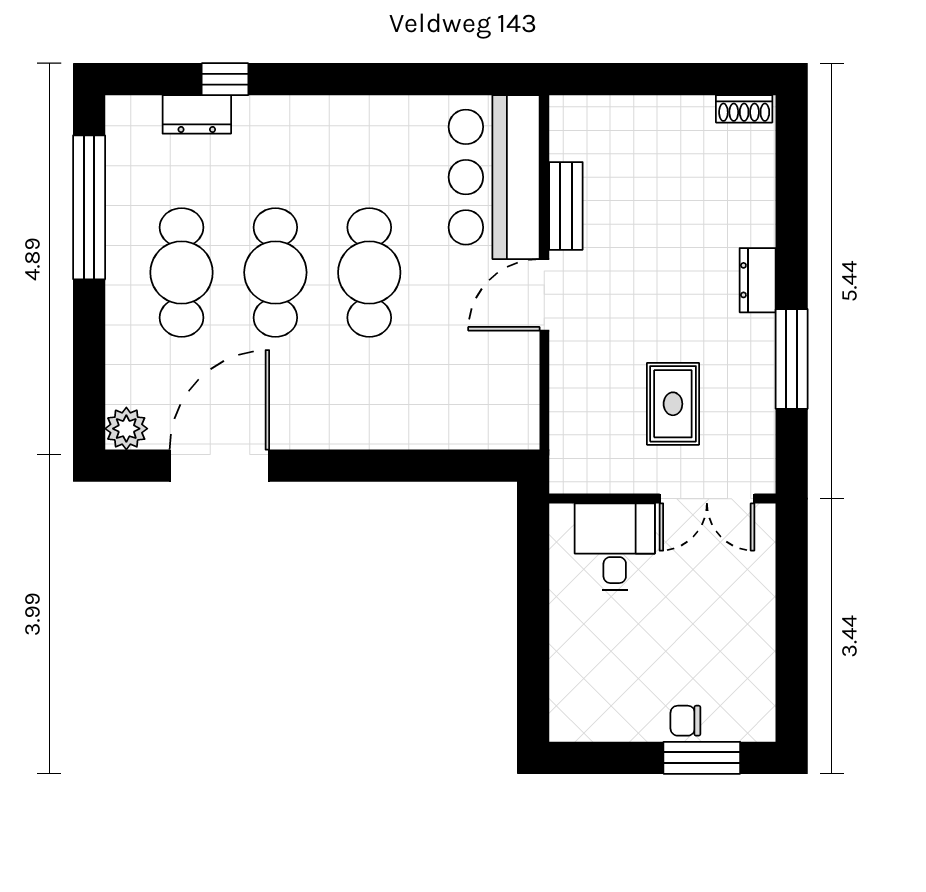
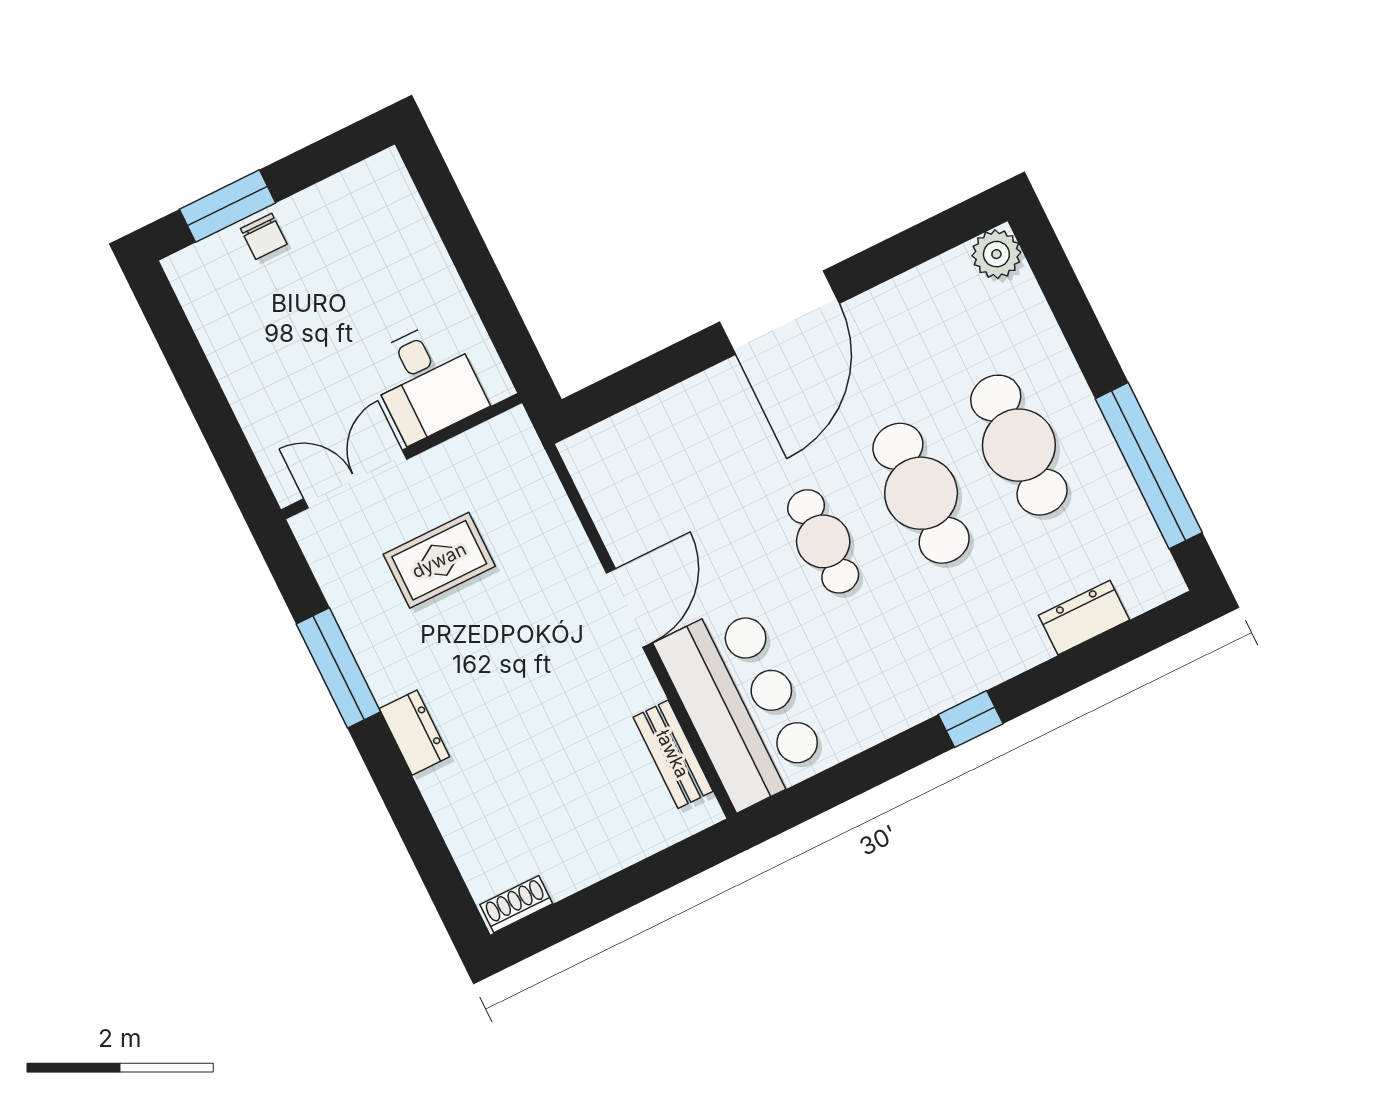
window: (225, 79) -> (971, 719), moved
bench: (566, 206) -> (673, 754), moved
cafe table: (369, 272) -> (823, 541), width x0.73, depth x0.74
rug: (673, 404) -> (439, 560), turned 90
door: (219, 466) -> (779, 313), moved
chair: (685, 721) -> (264, 236), turned 90

